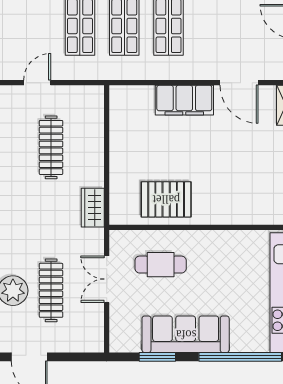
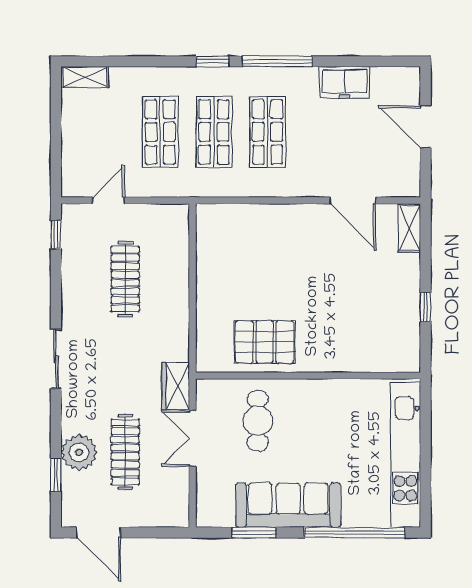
filing cabinet: (184, 100) -> (287, 222), removed
wardrobe: (93, 208) -> (176, 386), moved
cafe table: (161, 265) -> (258, 421), turned 90

